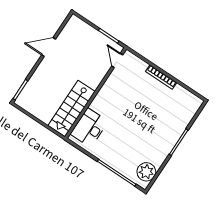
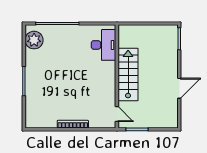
stairs: (72, 108) -> (128, 74), moved

